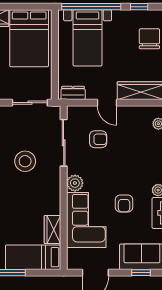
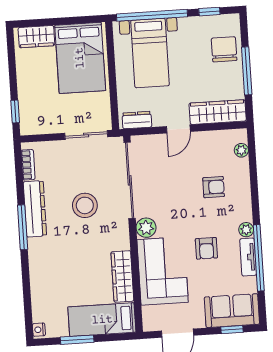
door: (107, 103) -> (178, 129), hinge flipped
armchair: (98, 139) -> (214, 187), moved
sliding door: (64, 143) -> (130, 180), width x1.36
wardrobe: (53, 229) -> (122, 276), width x1.50

